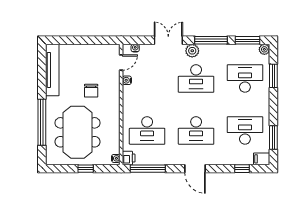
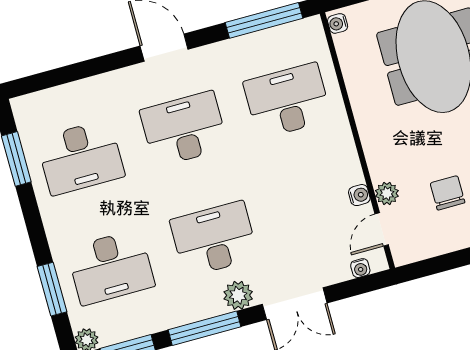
plant: (115, 78) -> (387, 193), added
chair: (91, 91) -> (448, 193), moved
printer: (129, 158) -> (311, 32), removed
filing cabinet: (262, 159) -> (29, 107), removed
window: (242, 169) -> (65, 75), removed

